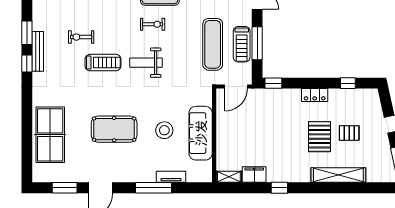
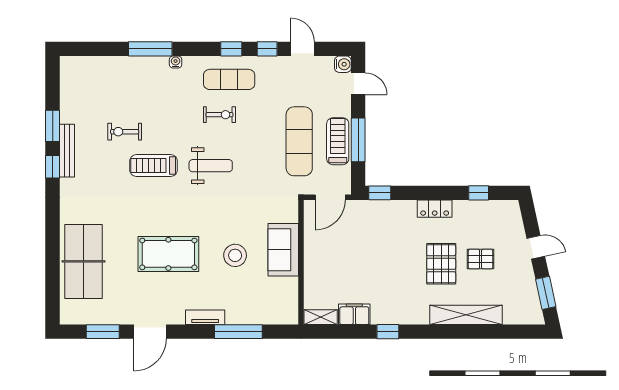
treadmill: (242, 44) -> (338, 141), turned 180
treadmill: (103, 63) -> (154, 166), turned 180
weight bench: (146, 63) -> (211, 166), turned 180
sofa: (201, 133) -> (283, 250), width x0.73
tv unit: (171, 177) -> (205, 317), moved
window: (154, 188) -> (238, 332), moved

